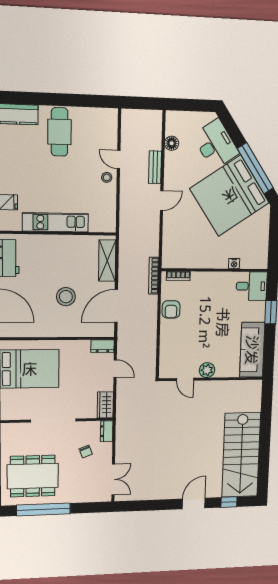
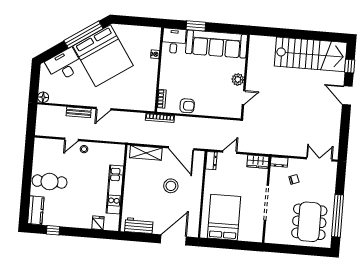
floor lamp: (172, 143) -> (43, 97), moved
door: (162, 200) -> (103, 109), swing flipped
sofa: (252, 350) -> (217, 44), width x1.36, depth x1.27

